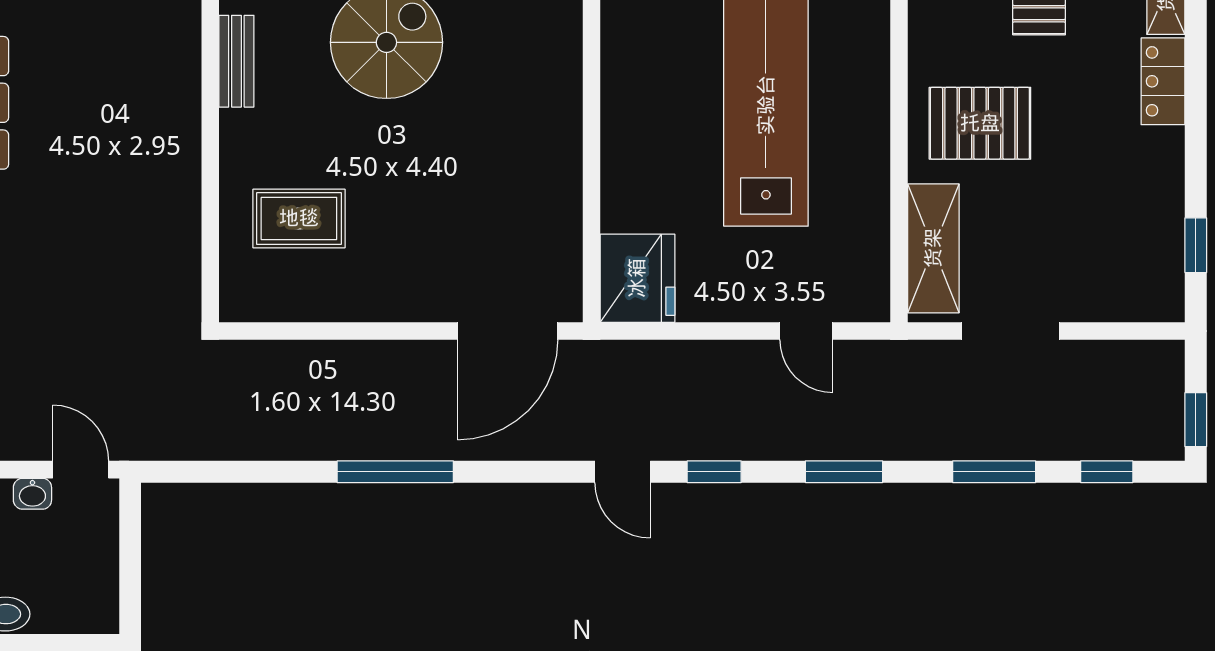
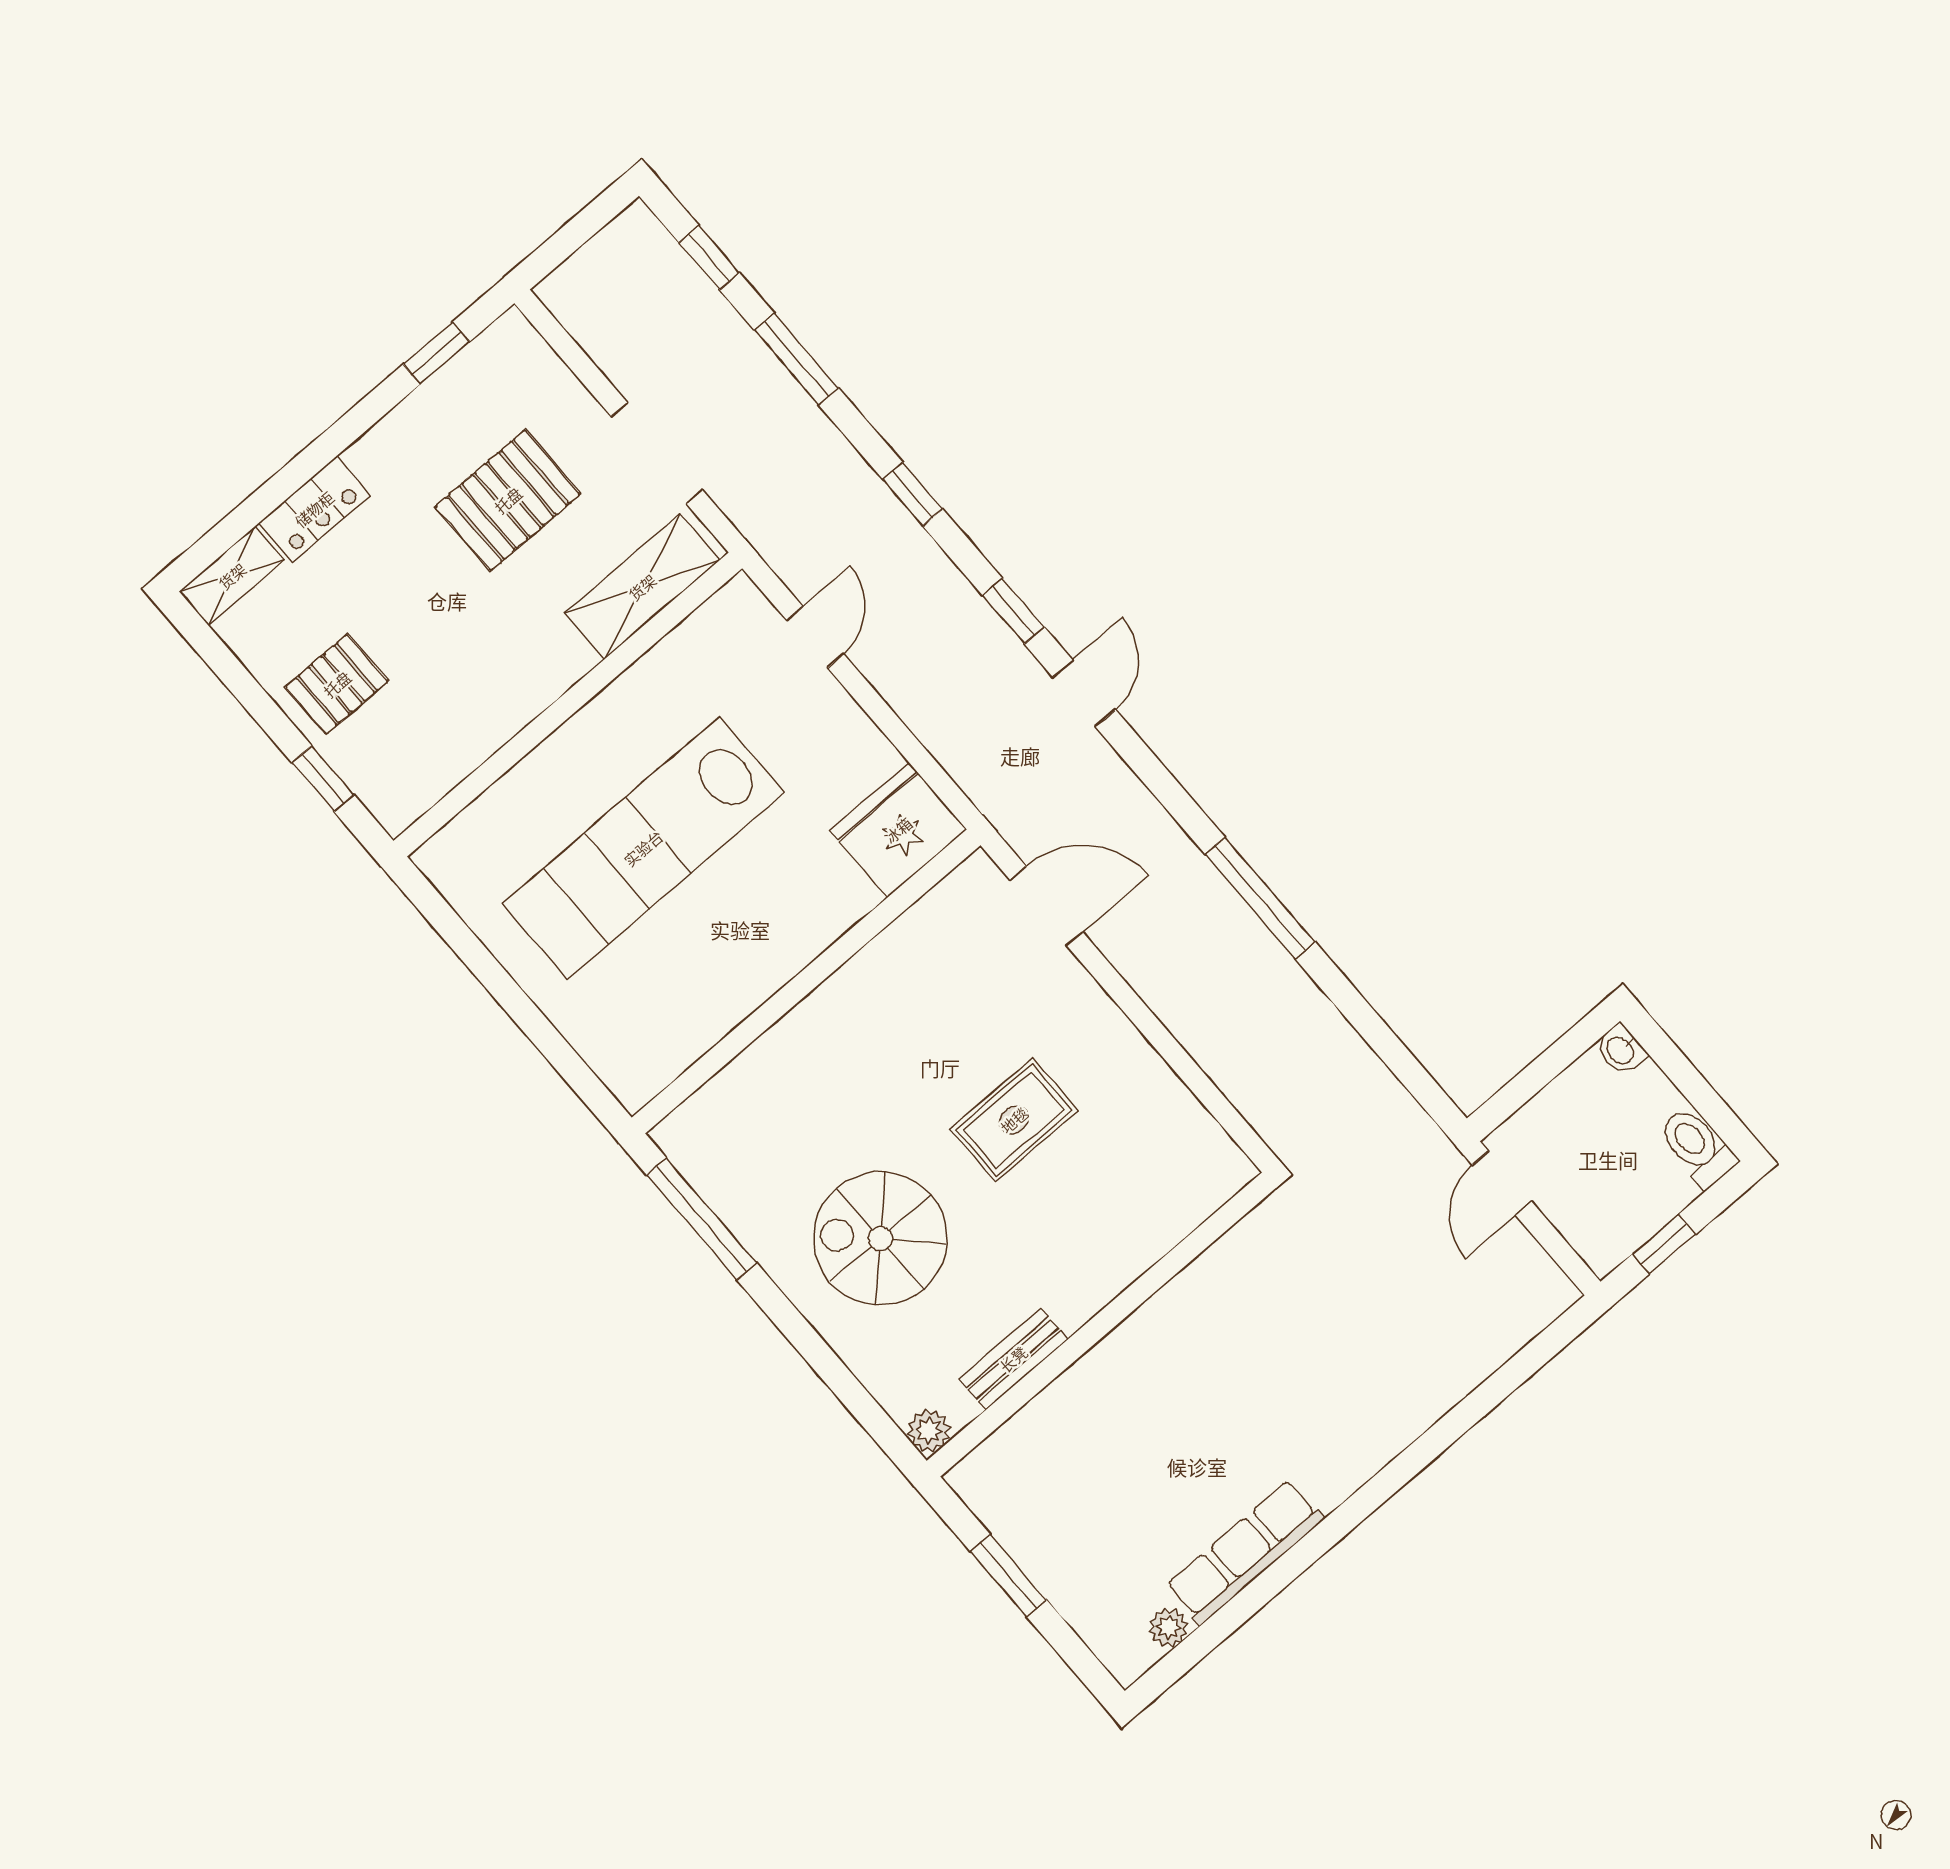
pallet: (980, 123) -> (508, 500), moved, turned 90
rug: (299, 218) -> (1014, 1120), moved, turned 90
door: (508, 331) -> (1046, 906), width x0.73
window: (1196, 420) -> (593, 218), removed
window: (844, 472) -> (913, 494), width x0.67
washbasin: (32, 494) -> (1621, 1050), moved, turned 180

